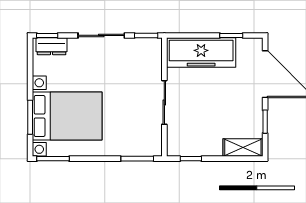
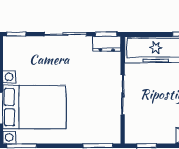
dresser: (52, 46) -> (107, 44), moved

